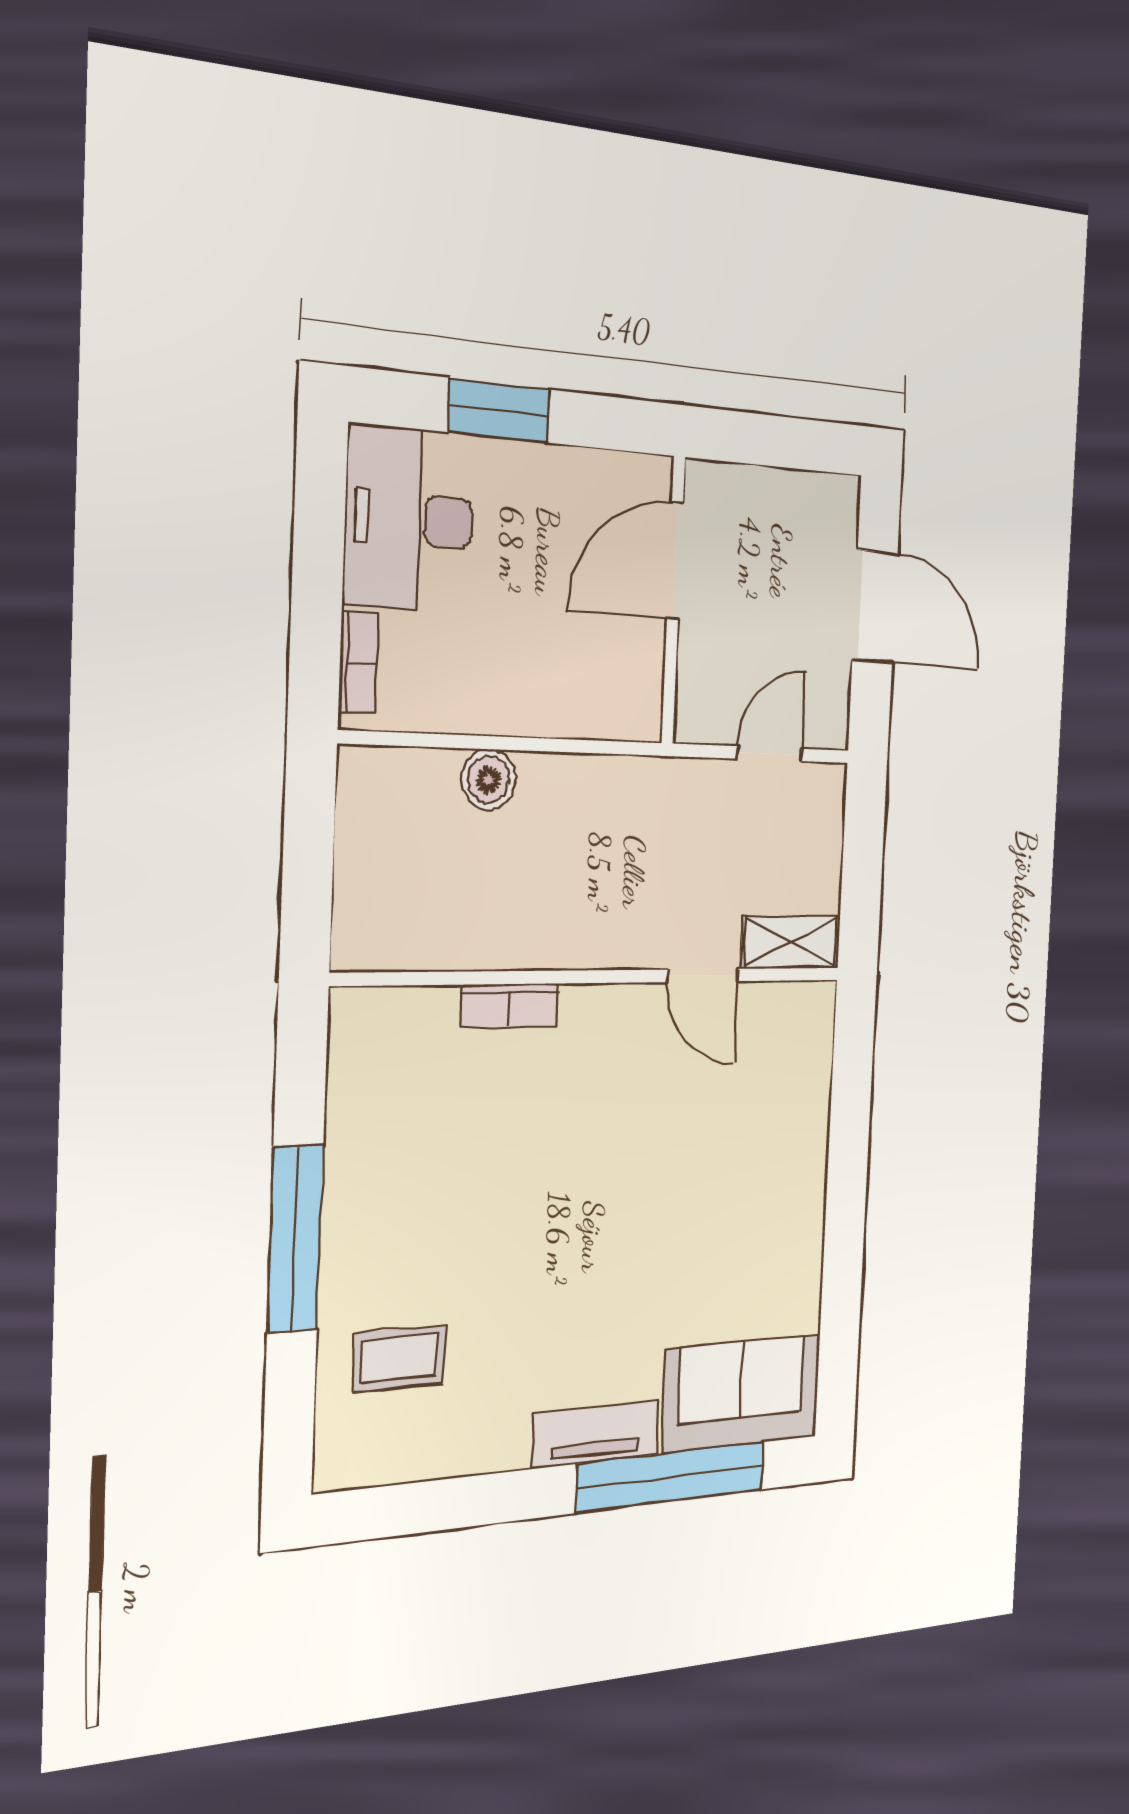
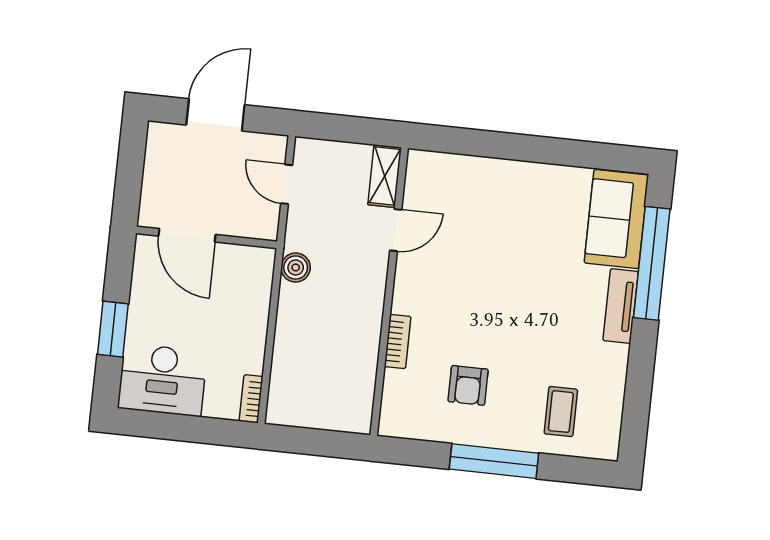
bookcase: (358, 663) -> (251, 399), moved, turned -90
boiler: (488, 780) -> (296, 267), moved
armchair: (437, 1161) -> (468, 385), added

